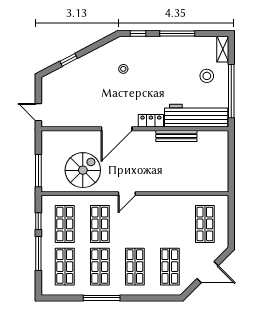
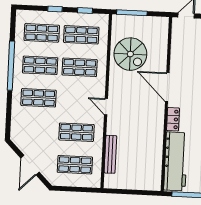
bench: (176, 136) -> (110, 154), moved
door: (127, 194) -> (106, 107), moved
window: (38, 254) -> (55, 9), width x0.46
shop shelf: (170, 267) -> (76, 132), moved
window: (102, 298) -> (11, 66), width x1.46

